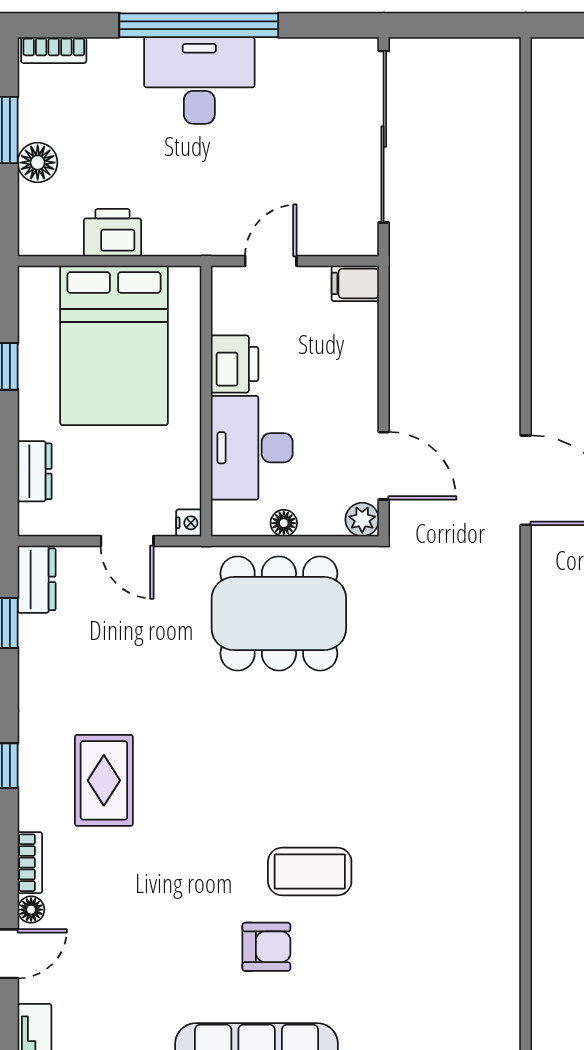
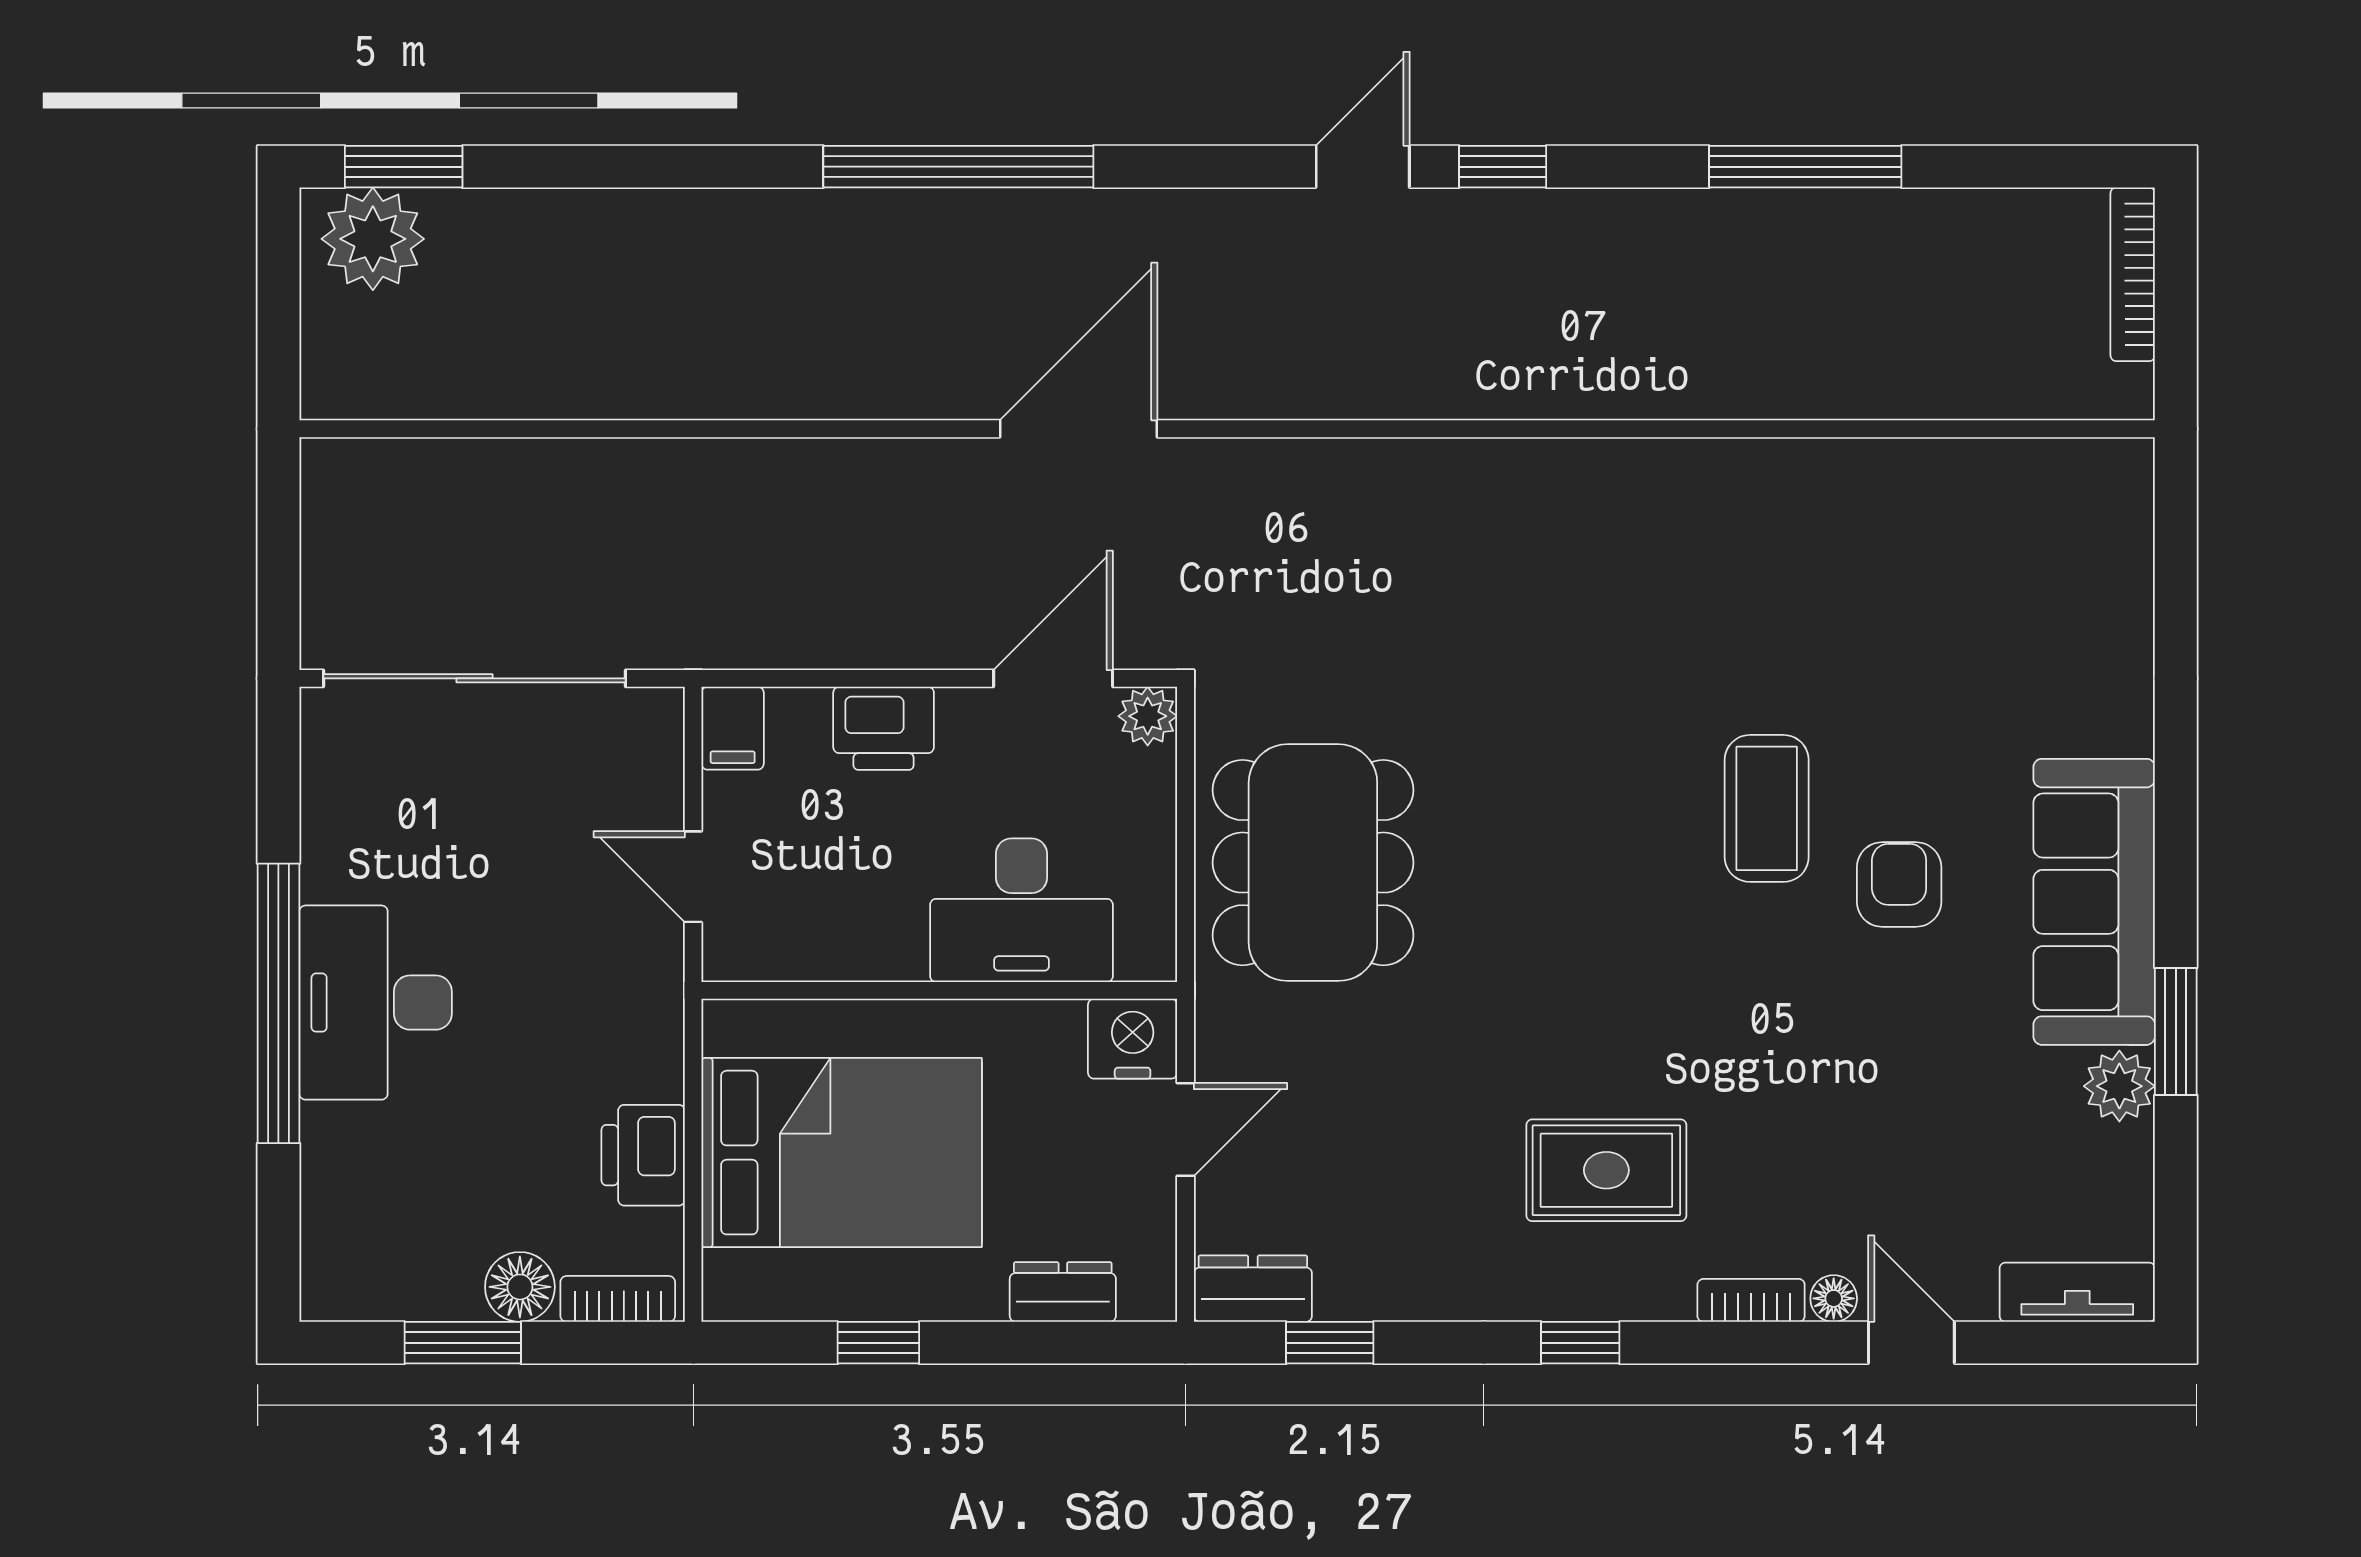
bookcase: (54, 50) -> (618, 1299), moved, turned -90
printer: (235, 364) -> (884, 728), moved, turned 180
nightstand: (189, 523) -> (1133, 1039), width x1.89, depth x1.79
floor lamp: (284, 523) -> (1154, 854), removed

